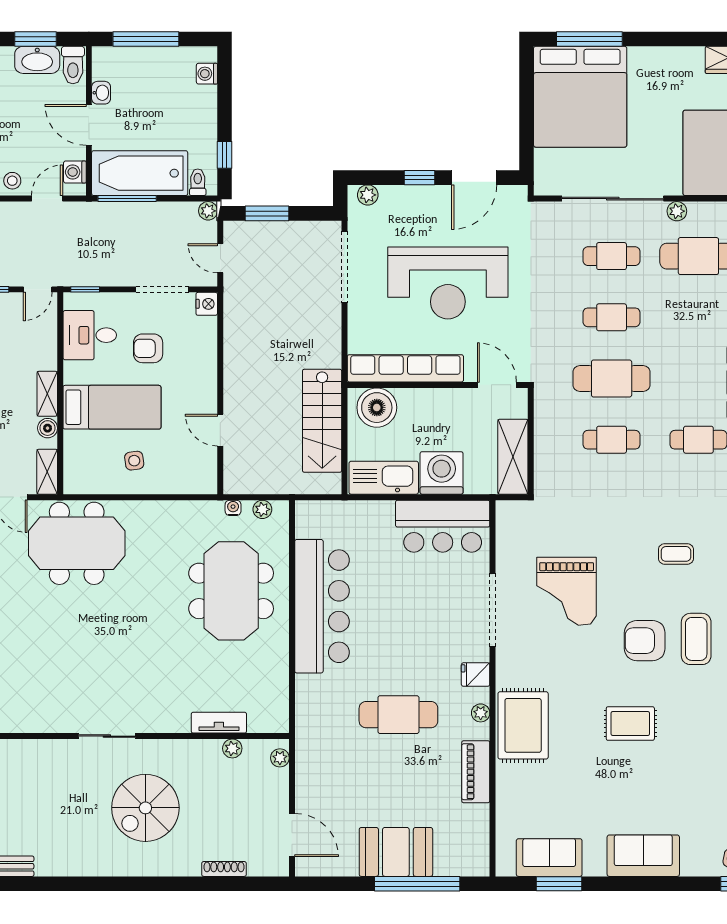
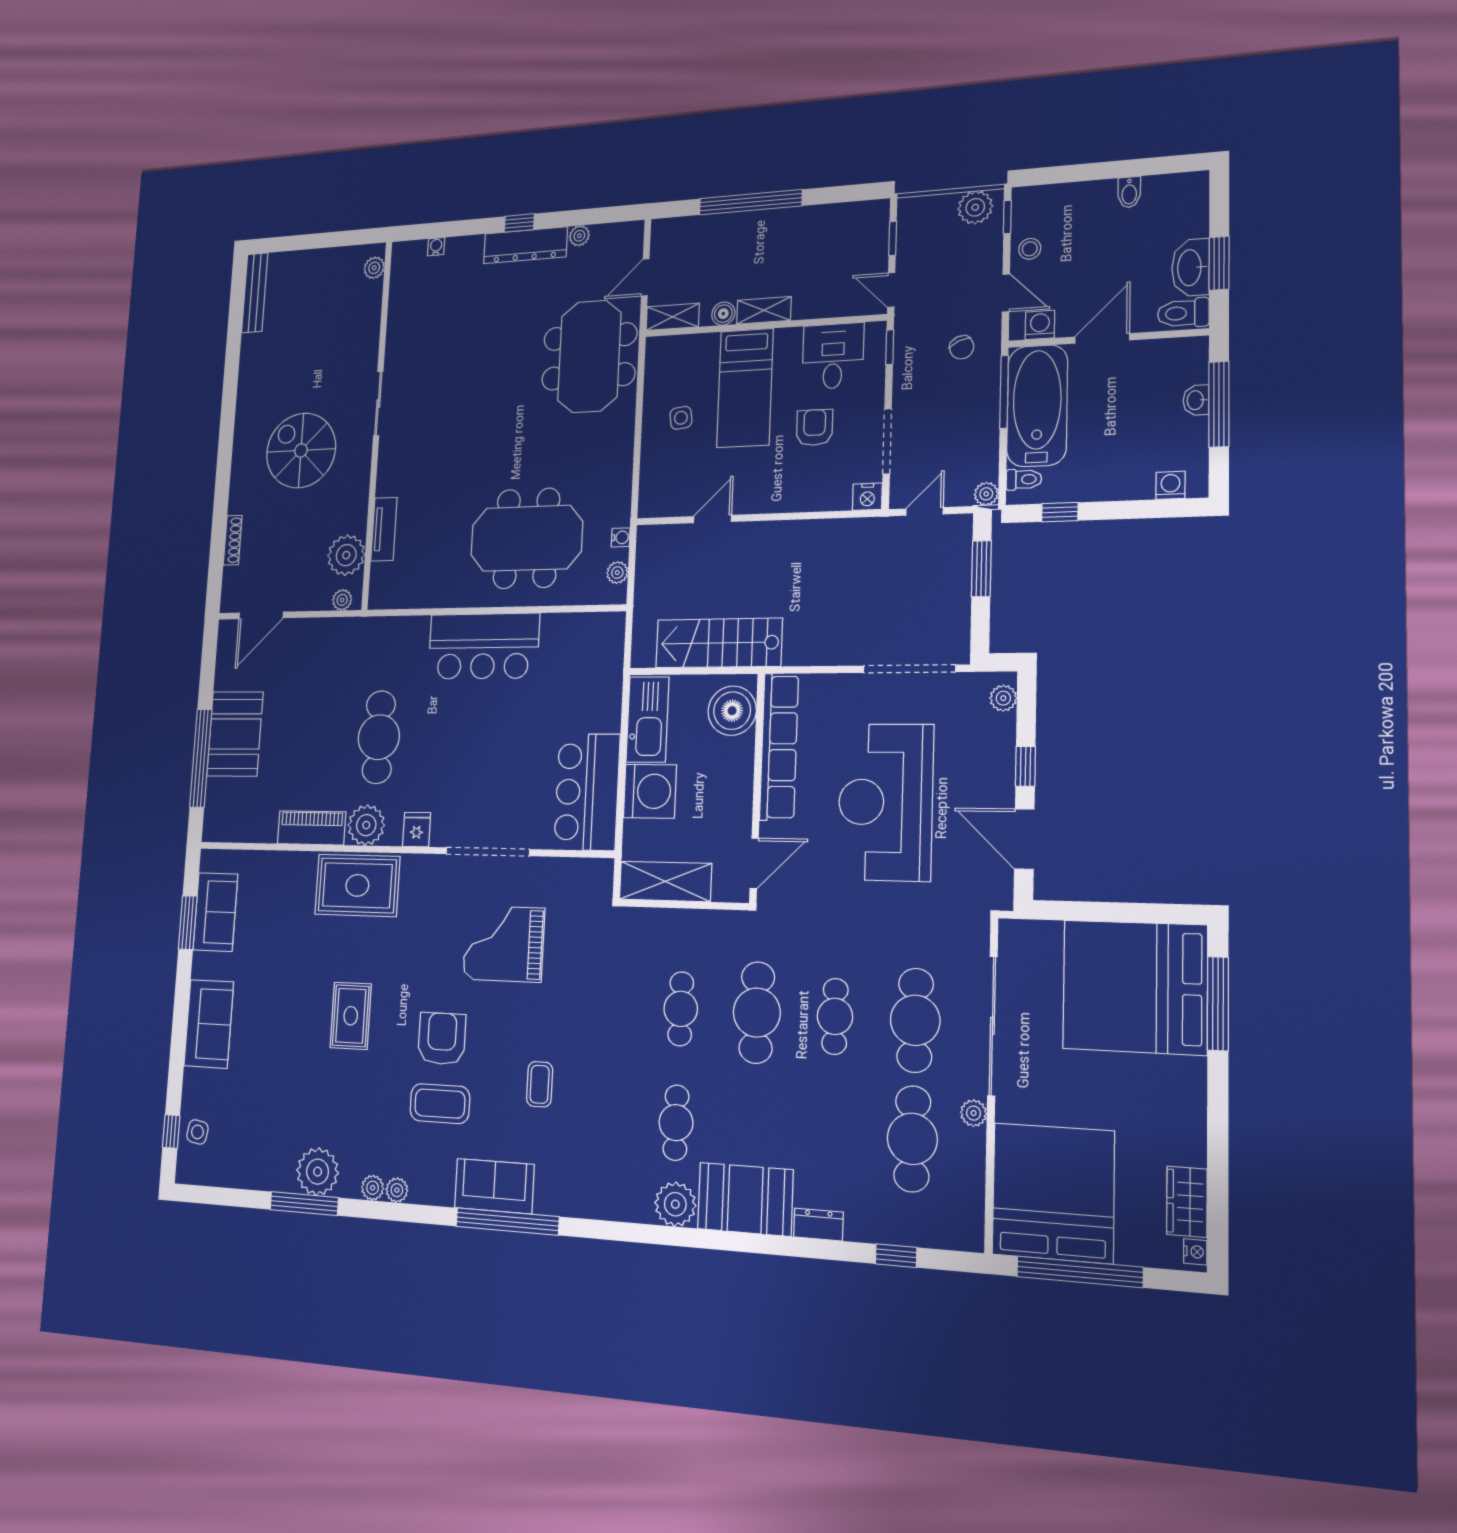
washbasin: (101, 93) -> (1196, 400), moved, turned 90
chair: (89, 232) -> (962, 347), added
cafe table: (612, 256) -> (915, 1020), width x1.37, depth x1.35
bar counter: (322, 606) -> (484, 646), width x0.73
plant: (481, 713) -> (366, 825), width x1.88, depth x1.88
plant: (232, 748) -> (346, 555), width x1.87, depth x1.87

